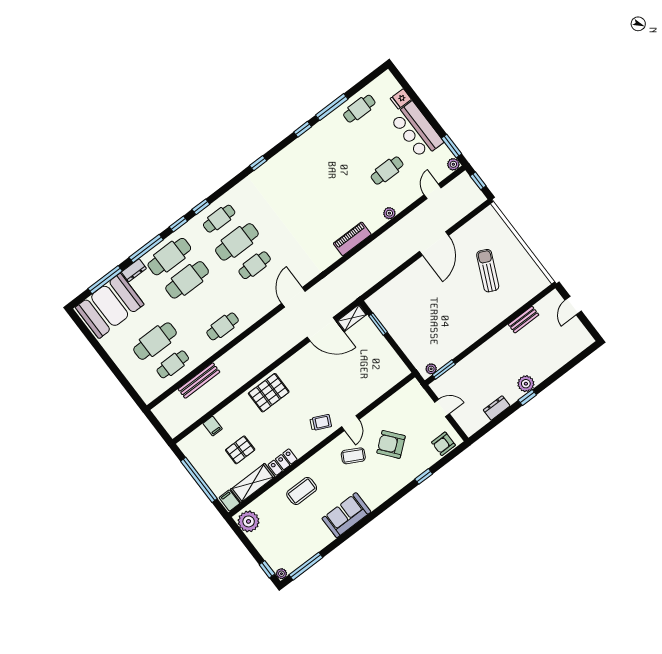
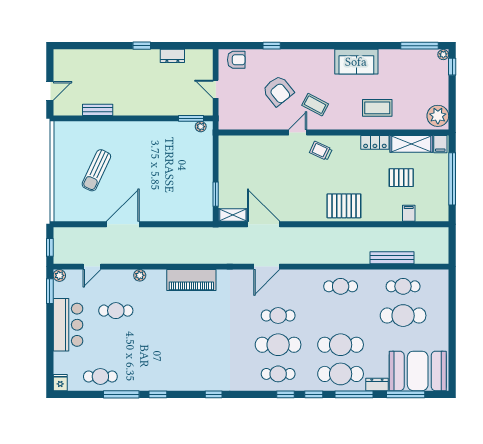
fridge: (401, 99) -> (60, 383), moved, turned -90
piano: (352, 239) -> (191, 280), width x1.37, depth x1.33
plant: (526, 384) -> (135, 58), removed

